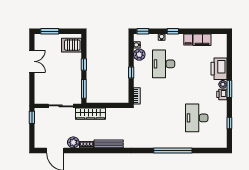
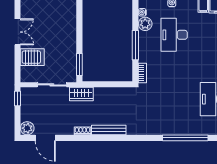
server rack: (72, 45) -> (32, 57), moved, turned 180
window: (84, 64) -> (79, 36), removed
window: (131, 72) -> (135, 45), width x2.17
wardrobe: (90, 114) -> (81, 94), width x0.67
plant: (73, 142) -> (27, 128), moved

